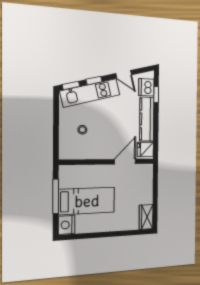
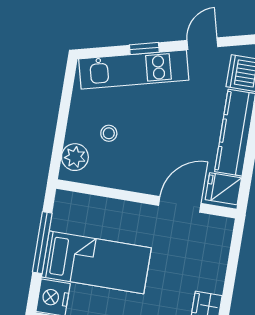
door: (124, 74) -> (202, 44), swing flipped
window: (71, 85) -> (101, 52), removed
plant: (66, 146) -> (75, 157), added

